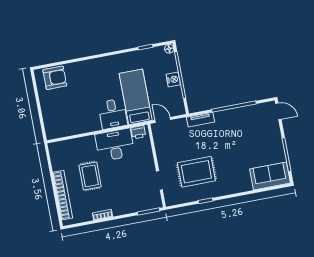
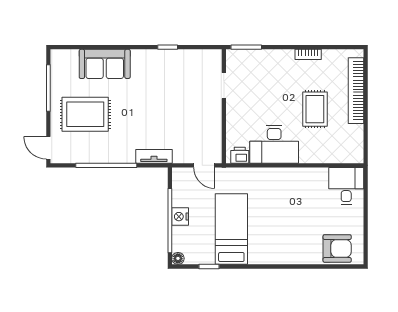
armchair: (55, 78) -> (337, 248), turned 180
bed: (136, 97) -> (231, 229), moved, turned 180
desk: (113, 114) -> (346, 186), moved
rug: (196, 172) -> (85, 114), moved
sofa: (270, 176) -> (105, 64), moved

